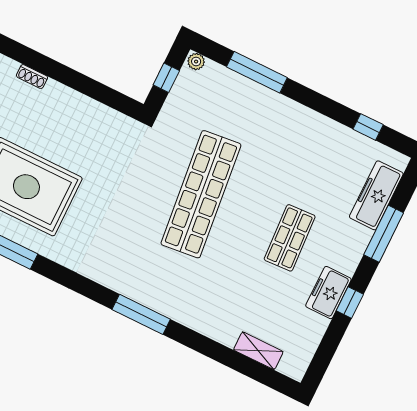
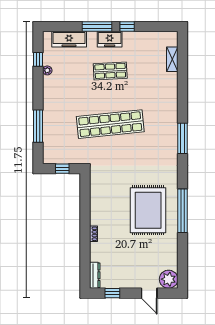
plant: (196, 62) -> (47, 70), moved
window: (384, 234) -> (97, 27), moved
freezer: (328, 293) -> (110, 39), moved
window: (141, 314) -> (182, 138), moved

